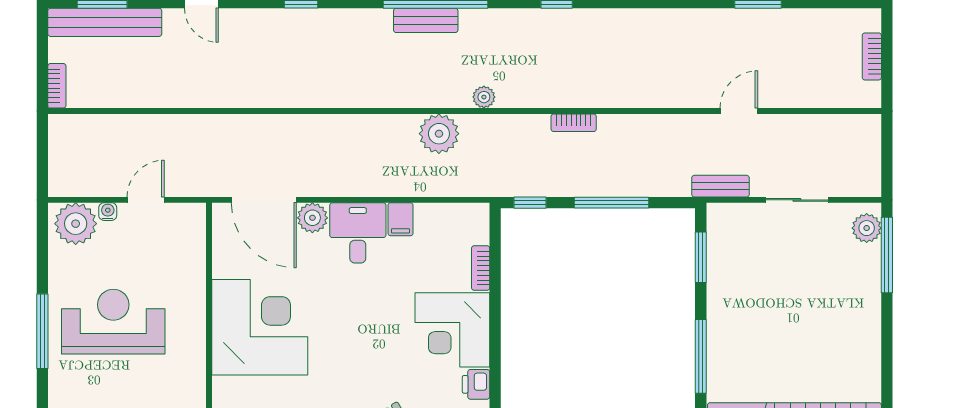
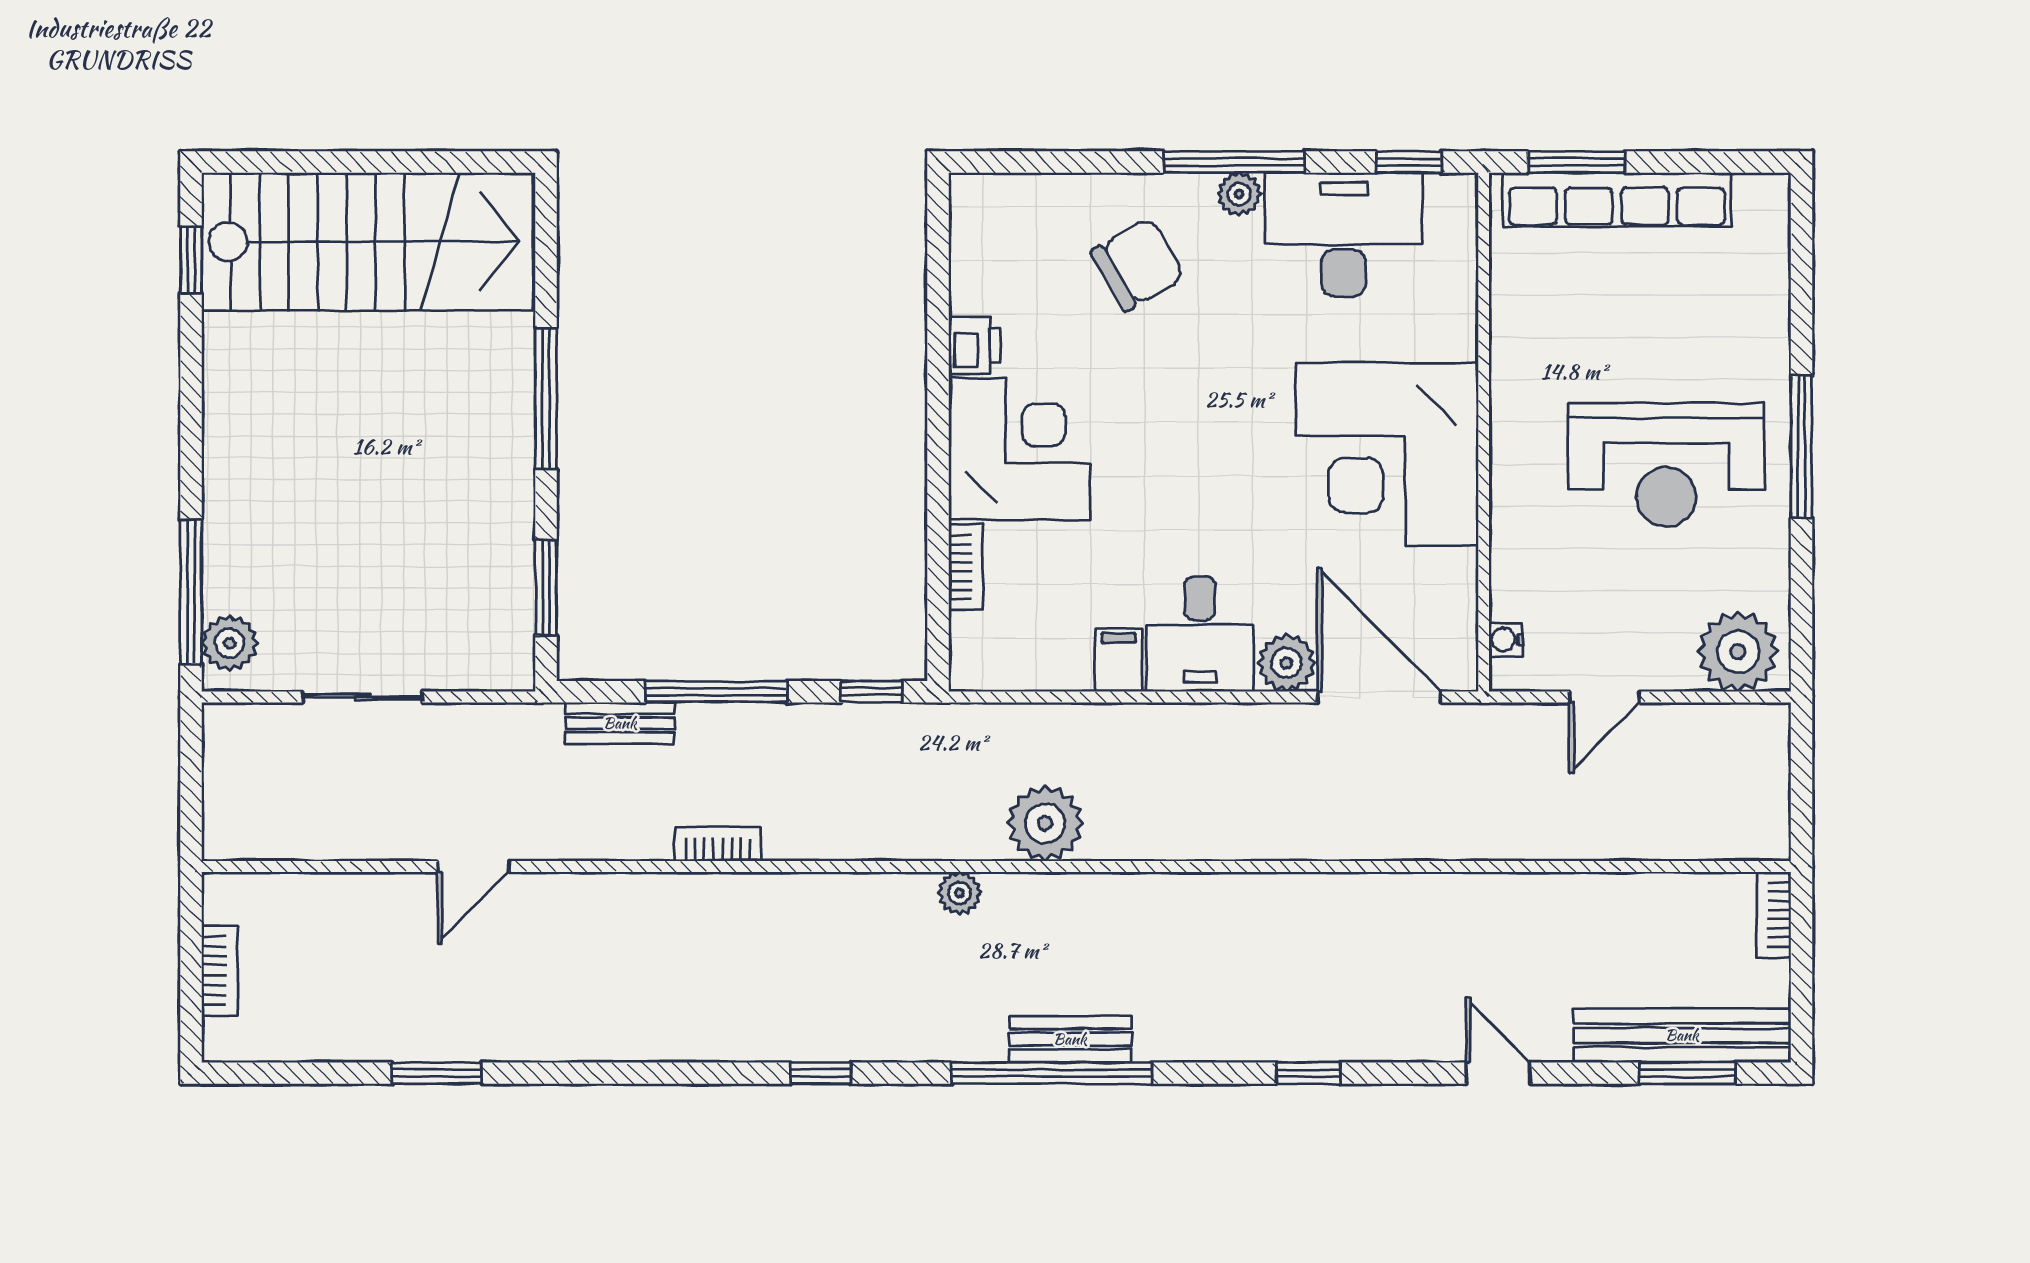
bookcase: (574, 123) -> (718, 844), moved
bench: (720, 186) -> (620, 723), moved
water cooler: (108, 212) -> (1506, 640), moved, turned 90

